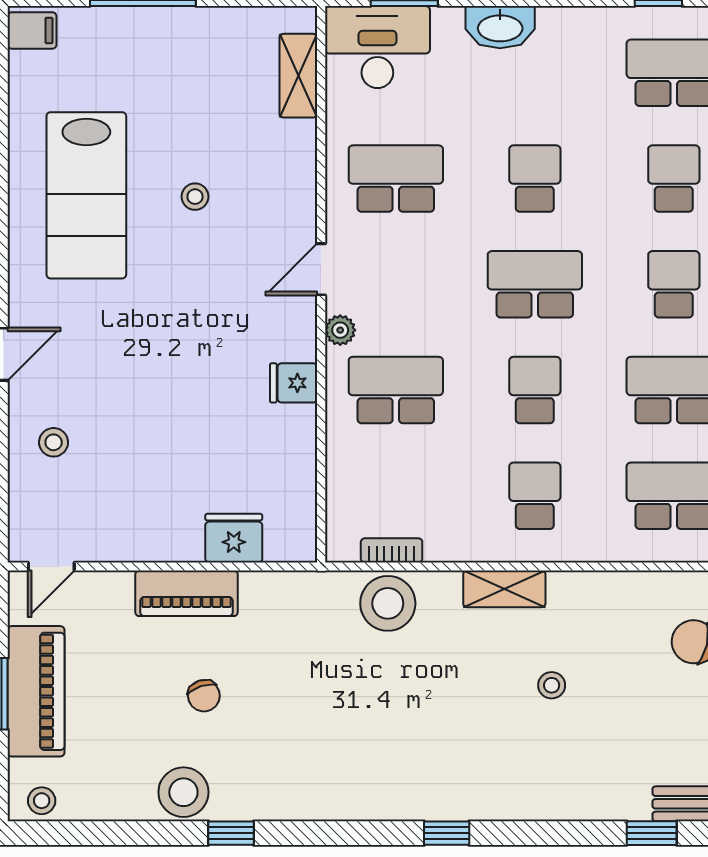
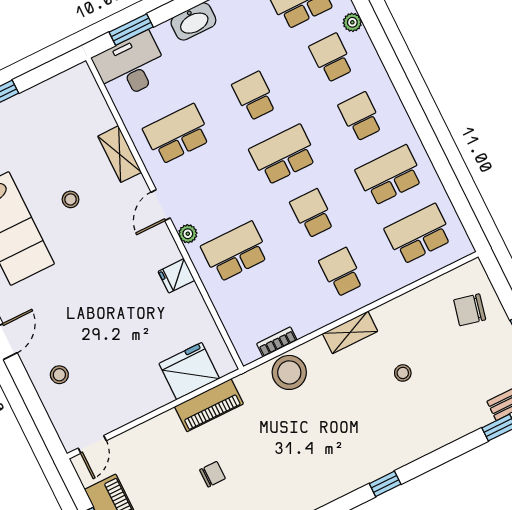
shelving: (298, 76) -> (120, 154), moved
fridge: (234, 538) -> (189, 371), width x1.36, depth x1.34
piano: (186, 593) -> (209, 405), moved
chair: (204, 696) -> (212, 474), turned -72

